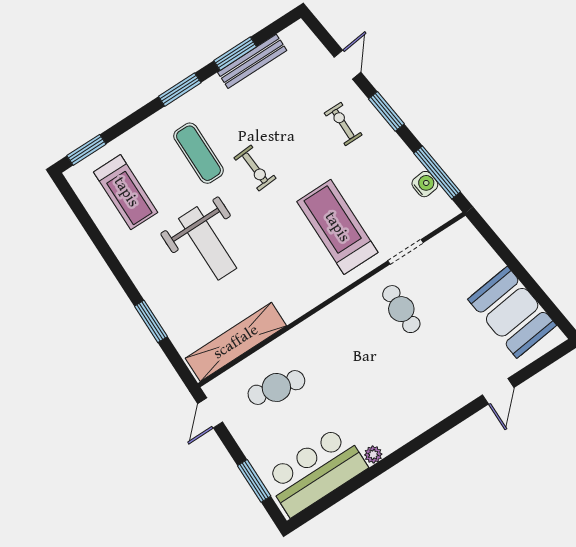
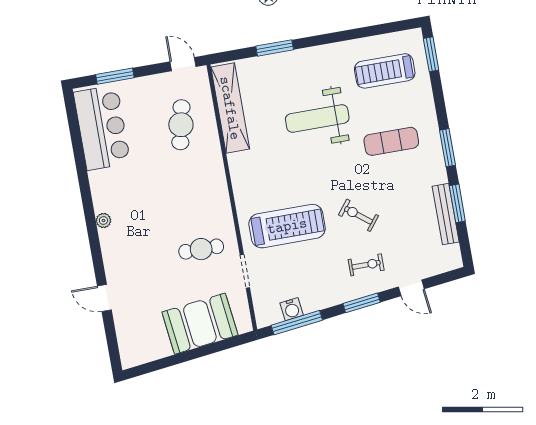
exercise bike: (255, 168) -> (358, 215), moved, turned 42
booth: (512, 312) -> (200, 324), moved
plant: (373, 455) -> (103, 220), moved

